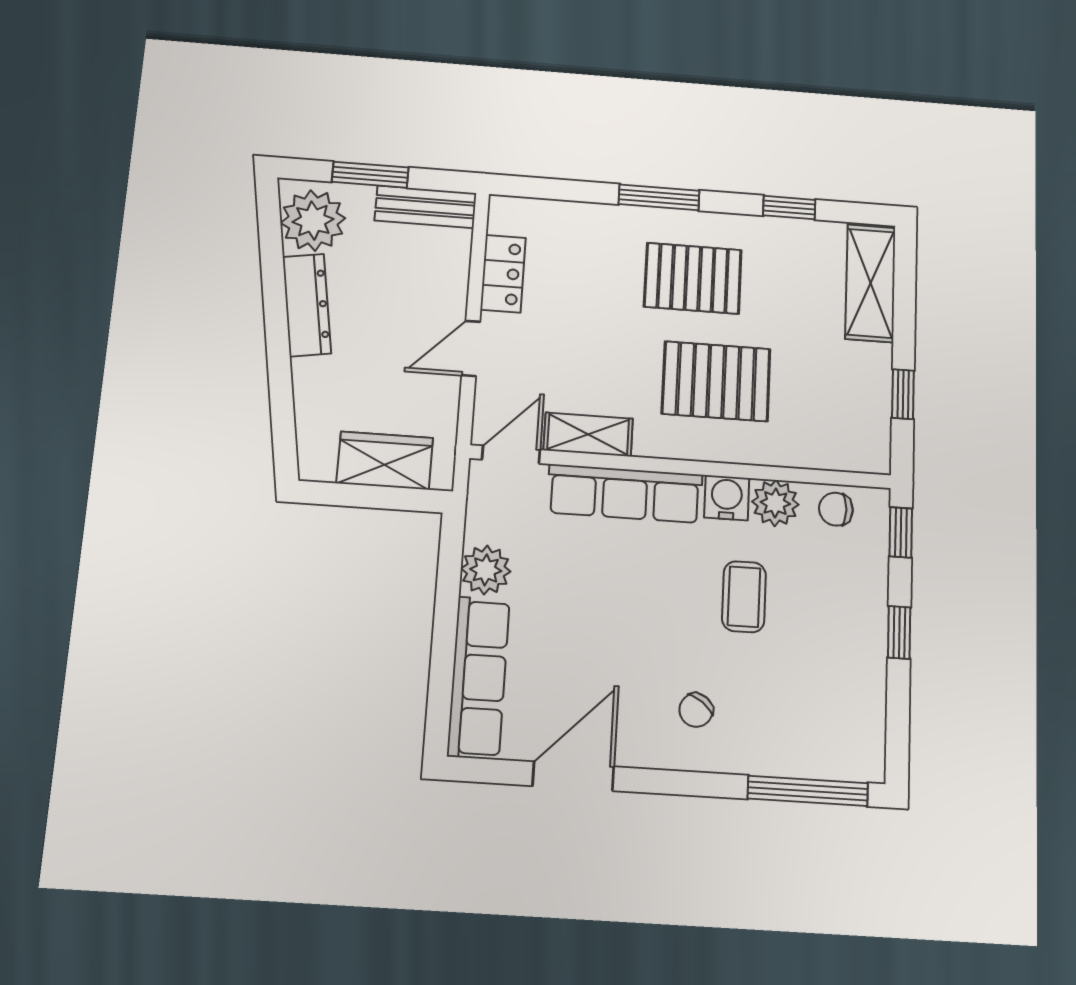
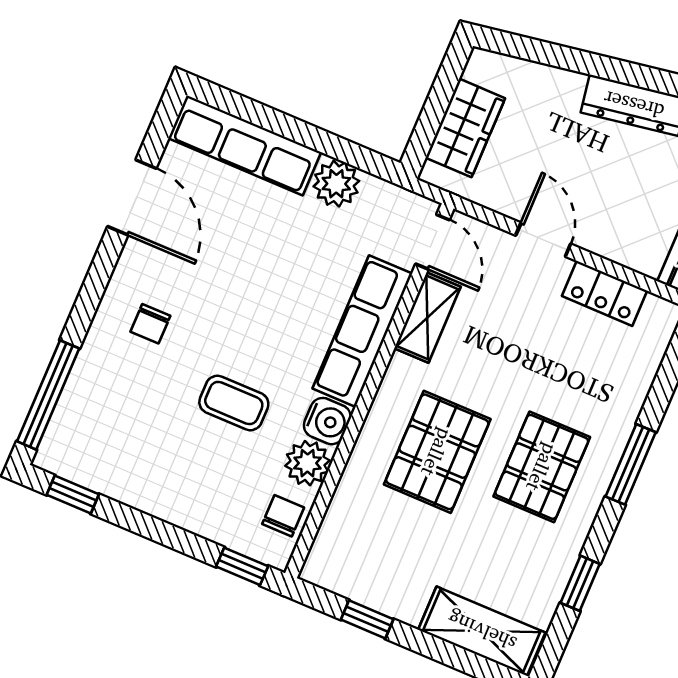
window: (899, 632) -> (73, 494), moved
chair: (696, 710) -> (150, 324), turned -127

